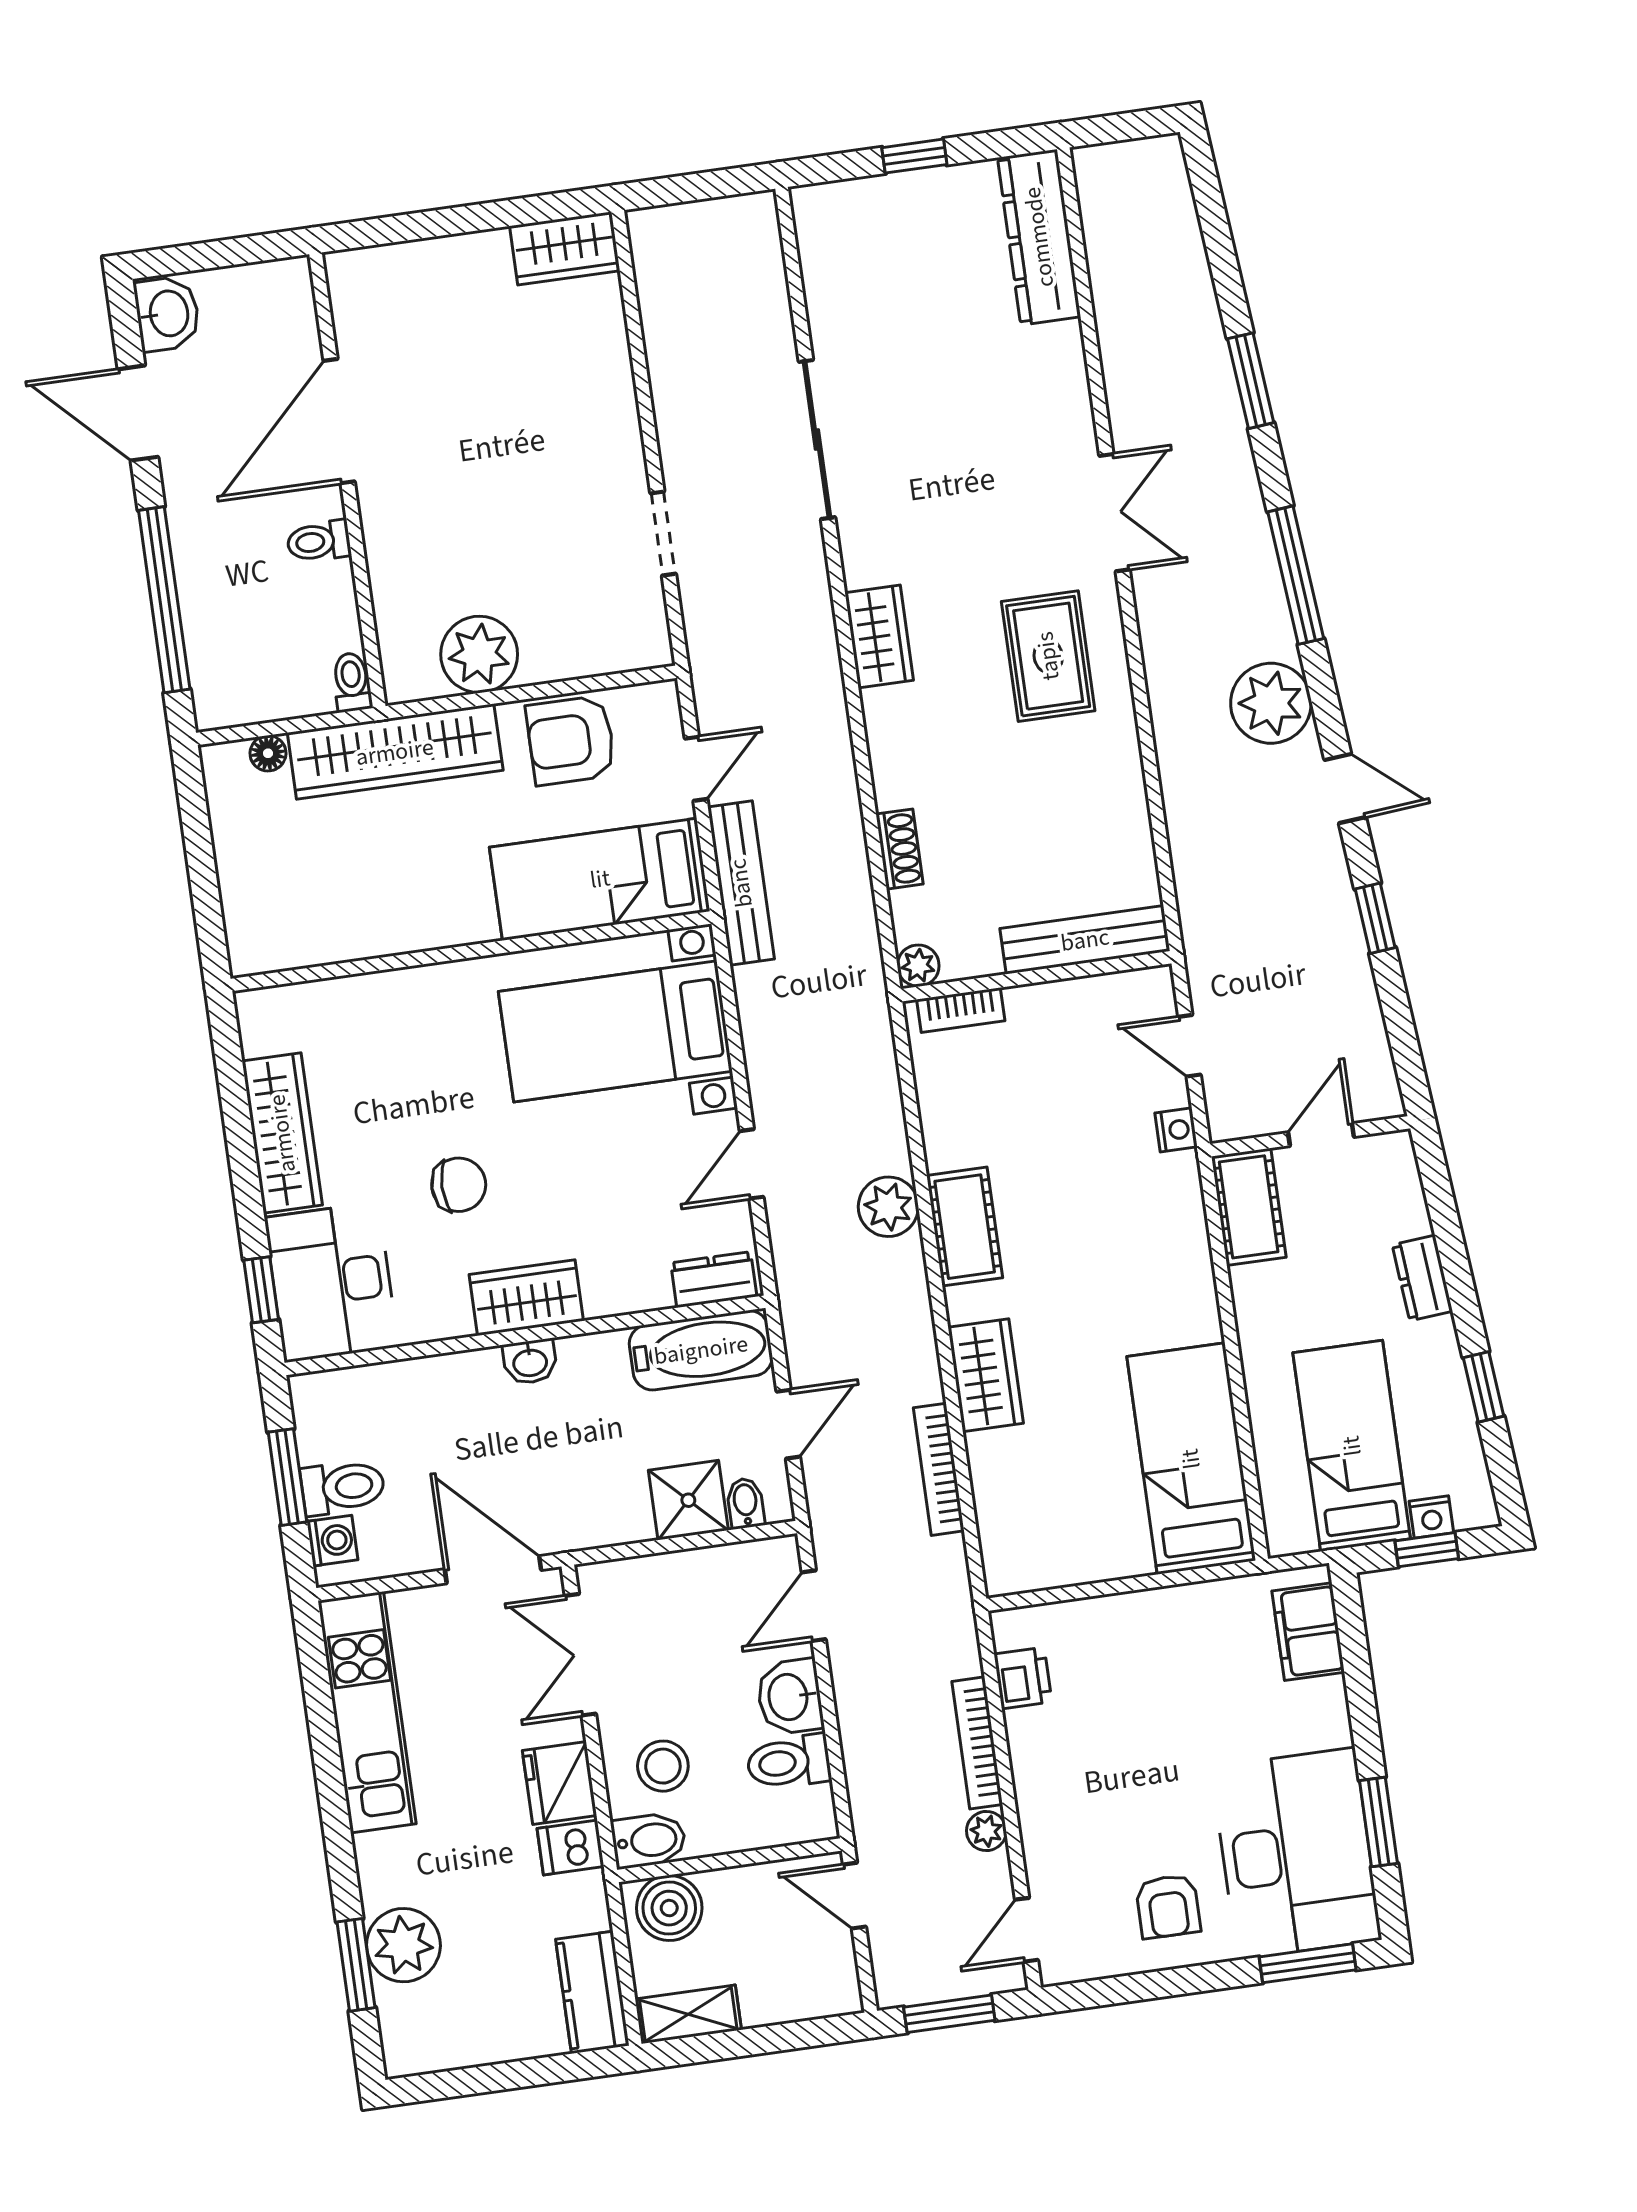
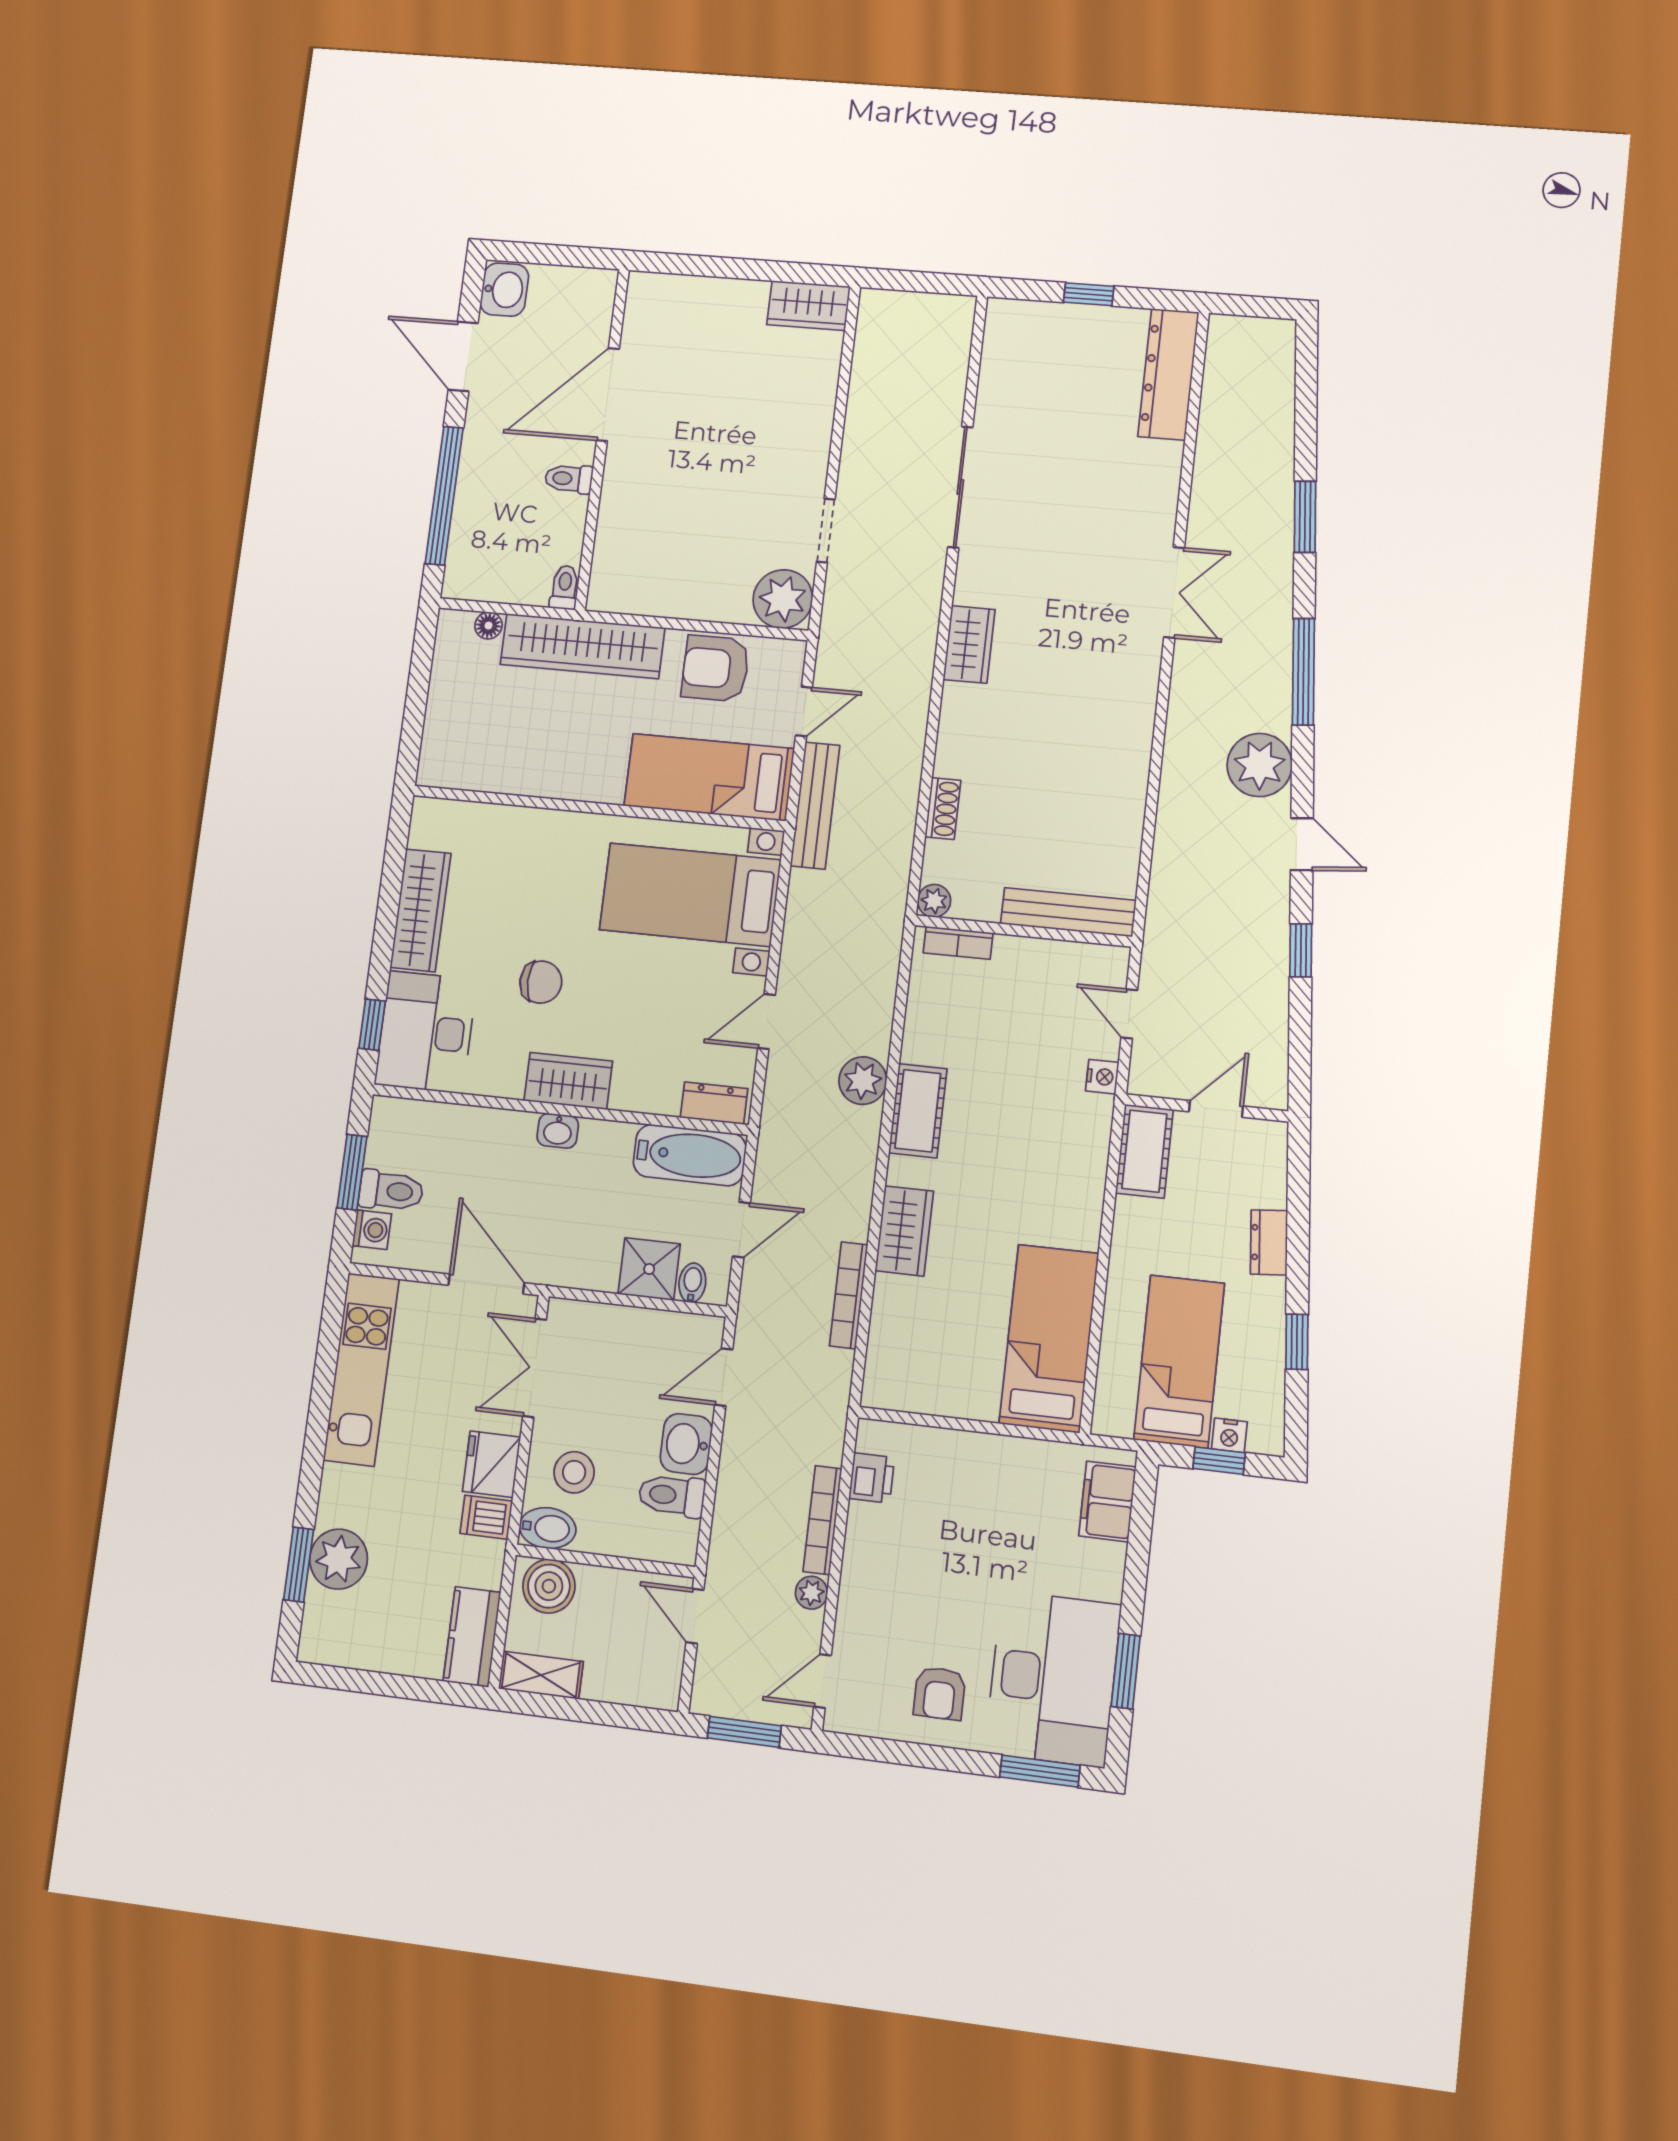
plant: (479, 654) -> (783, 599), moved
rug: (1048, 656) -> (1095, 689), removed

